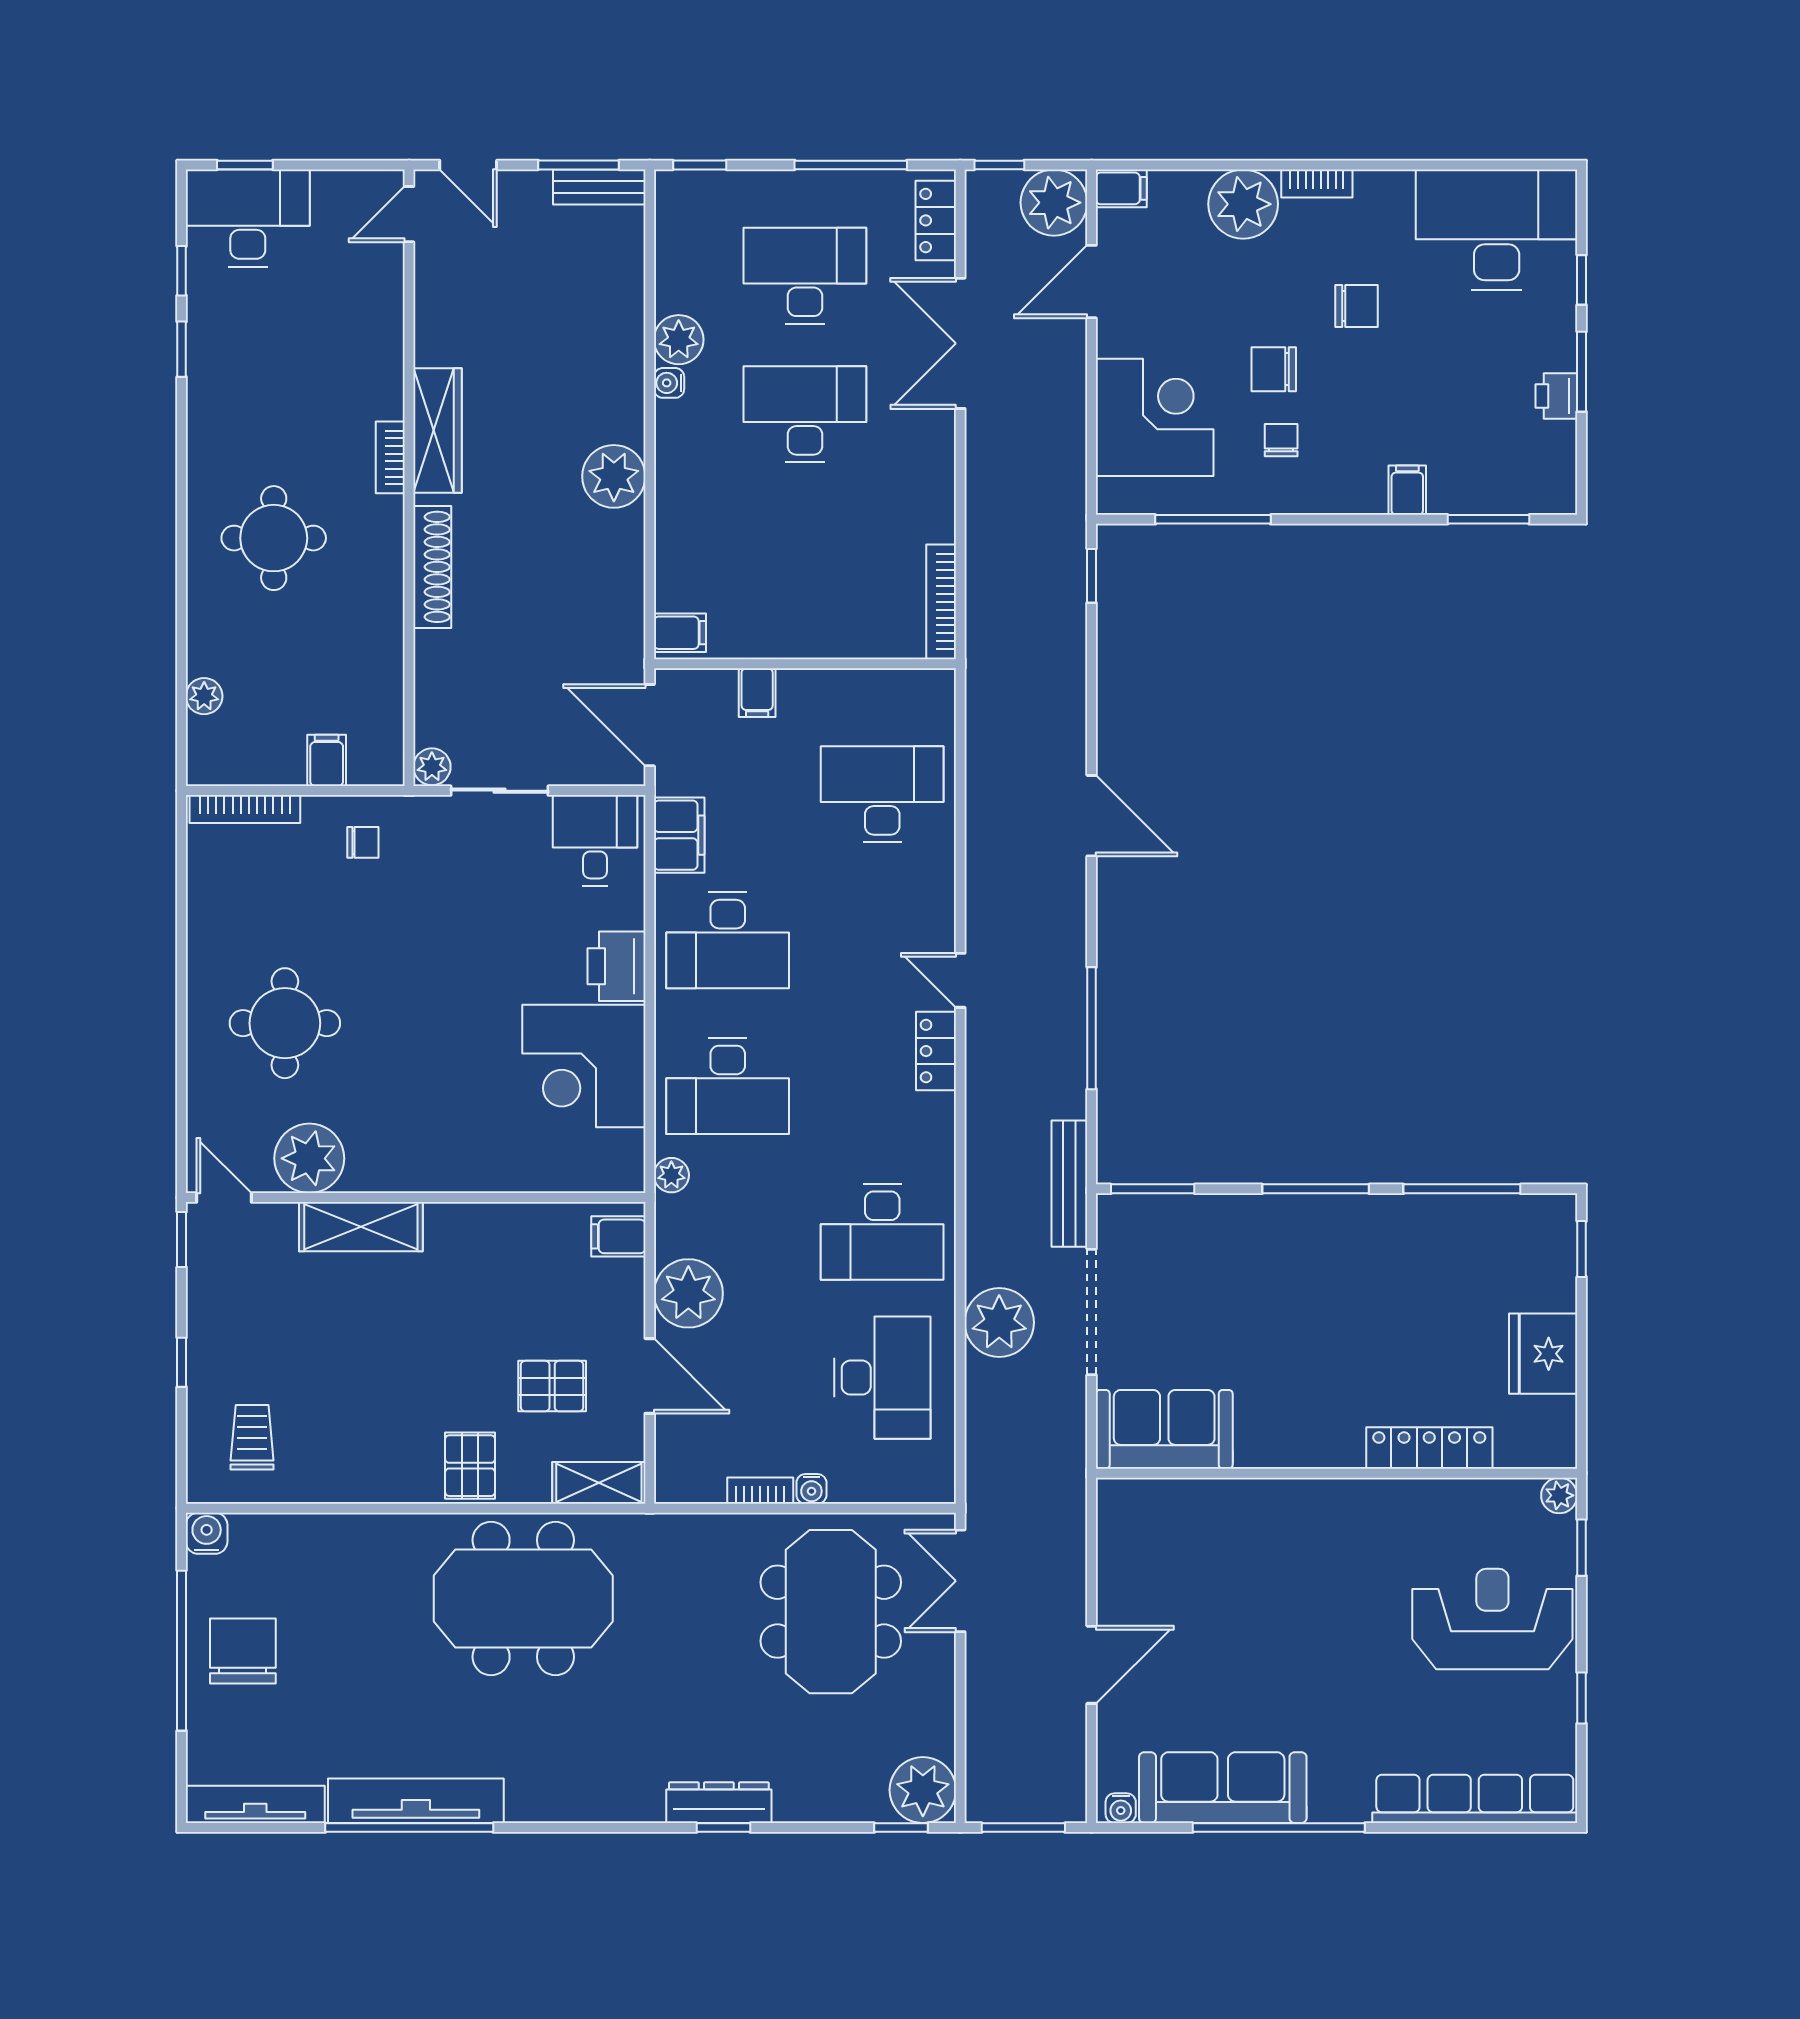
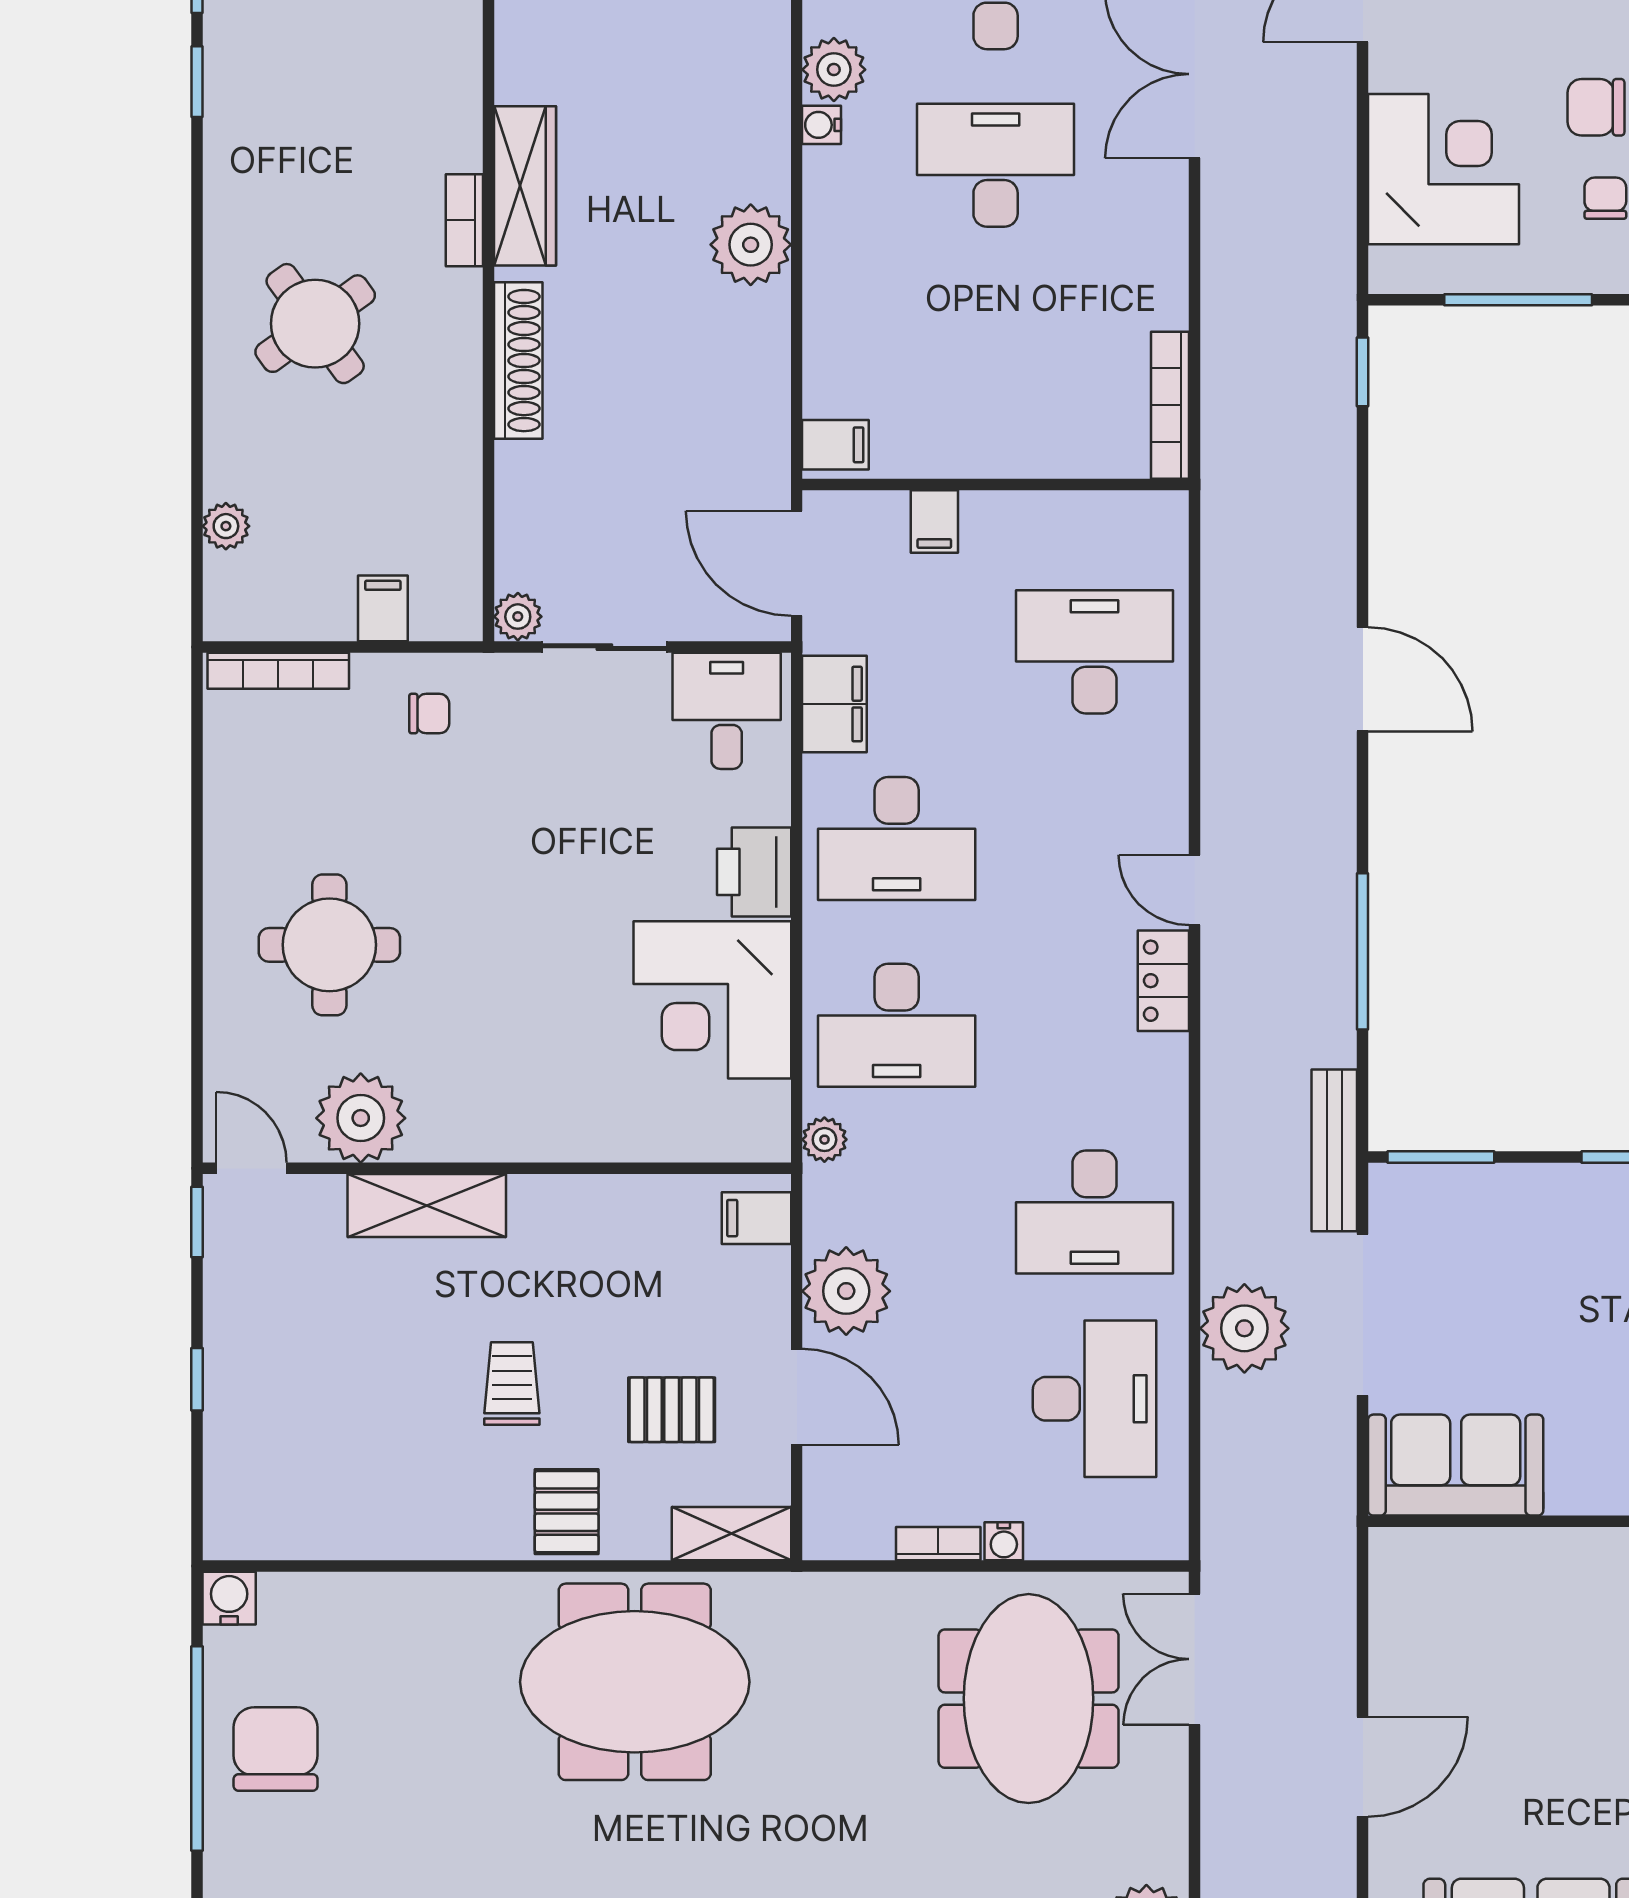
round table: (274, 538) -> (315, 324), turned -36
trolley: (252, 1437) -> (512, 1383), moved

